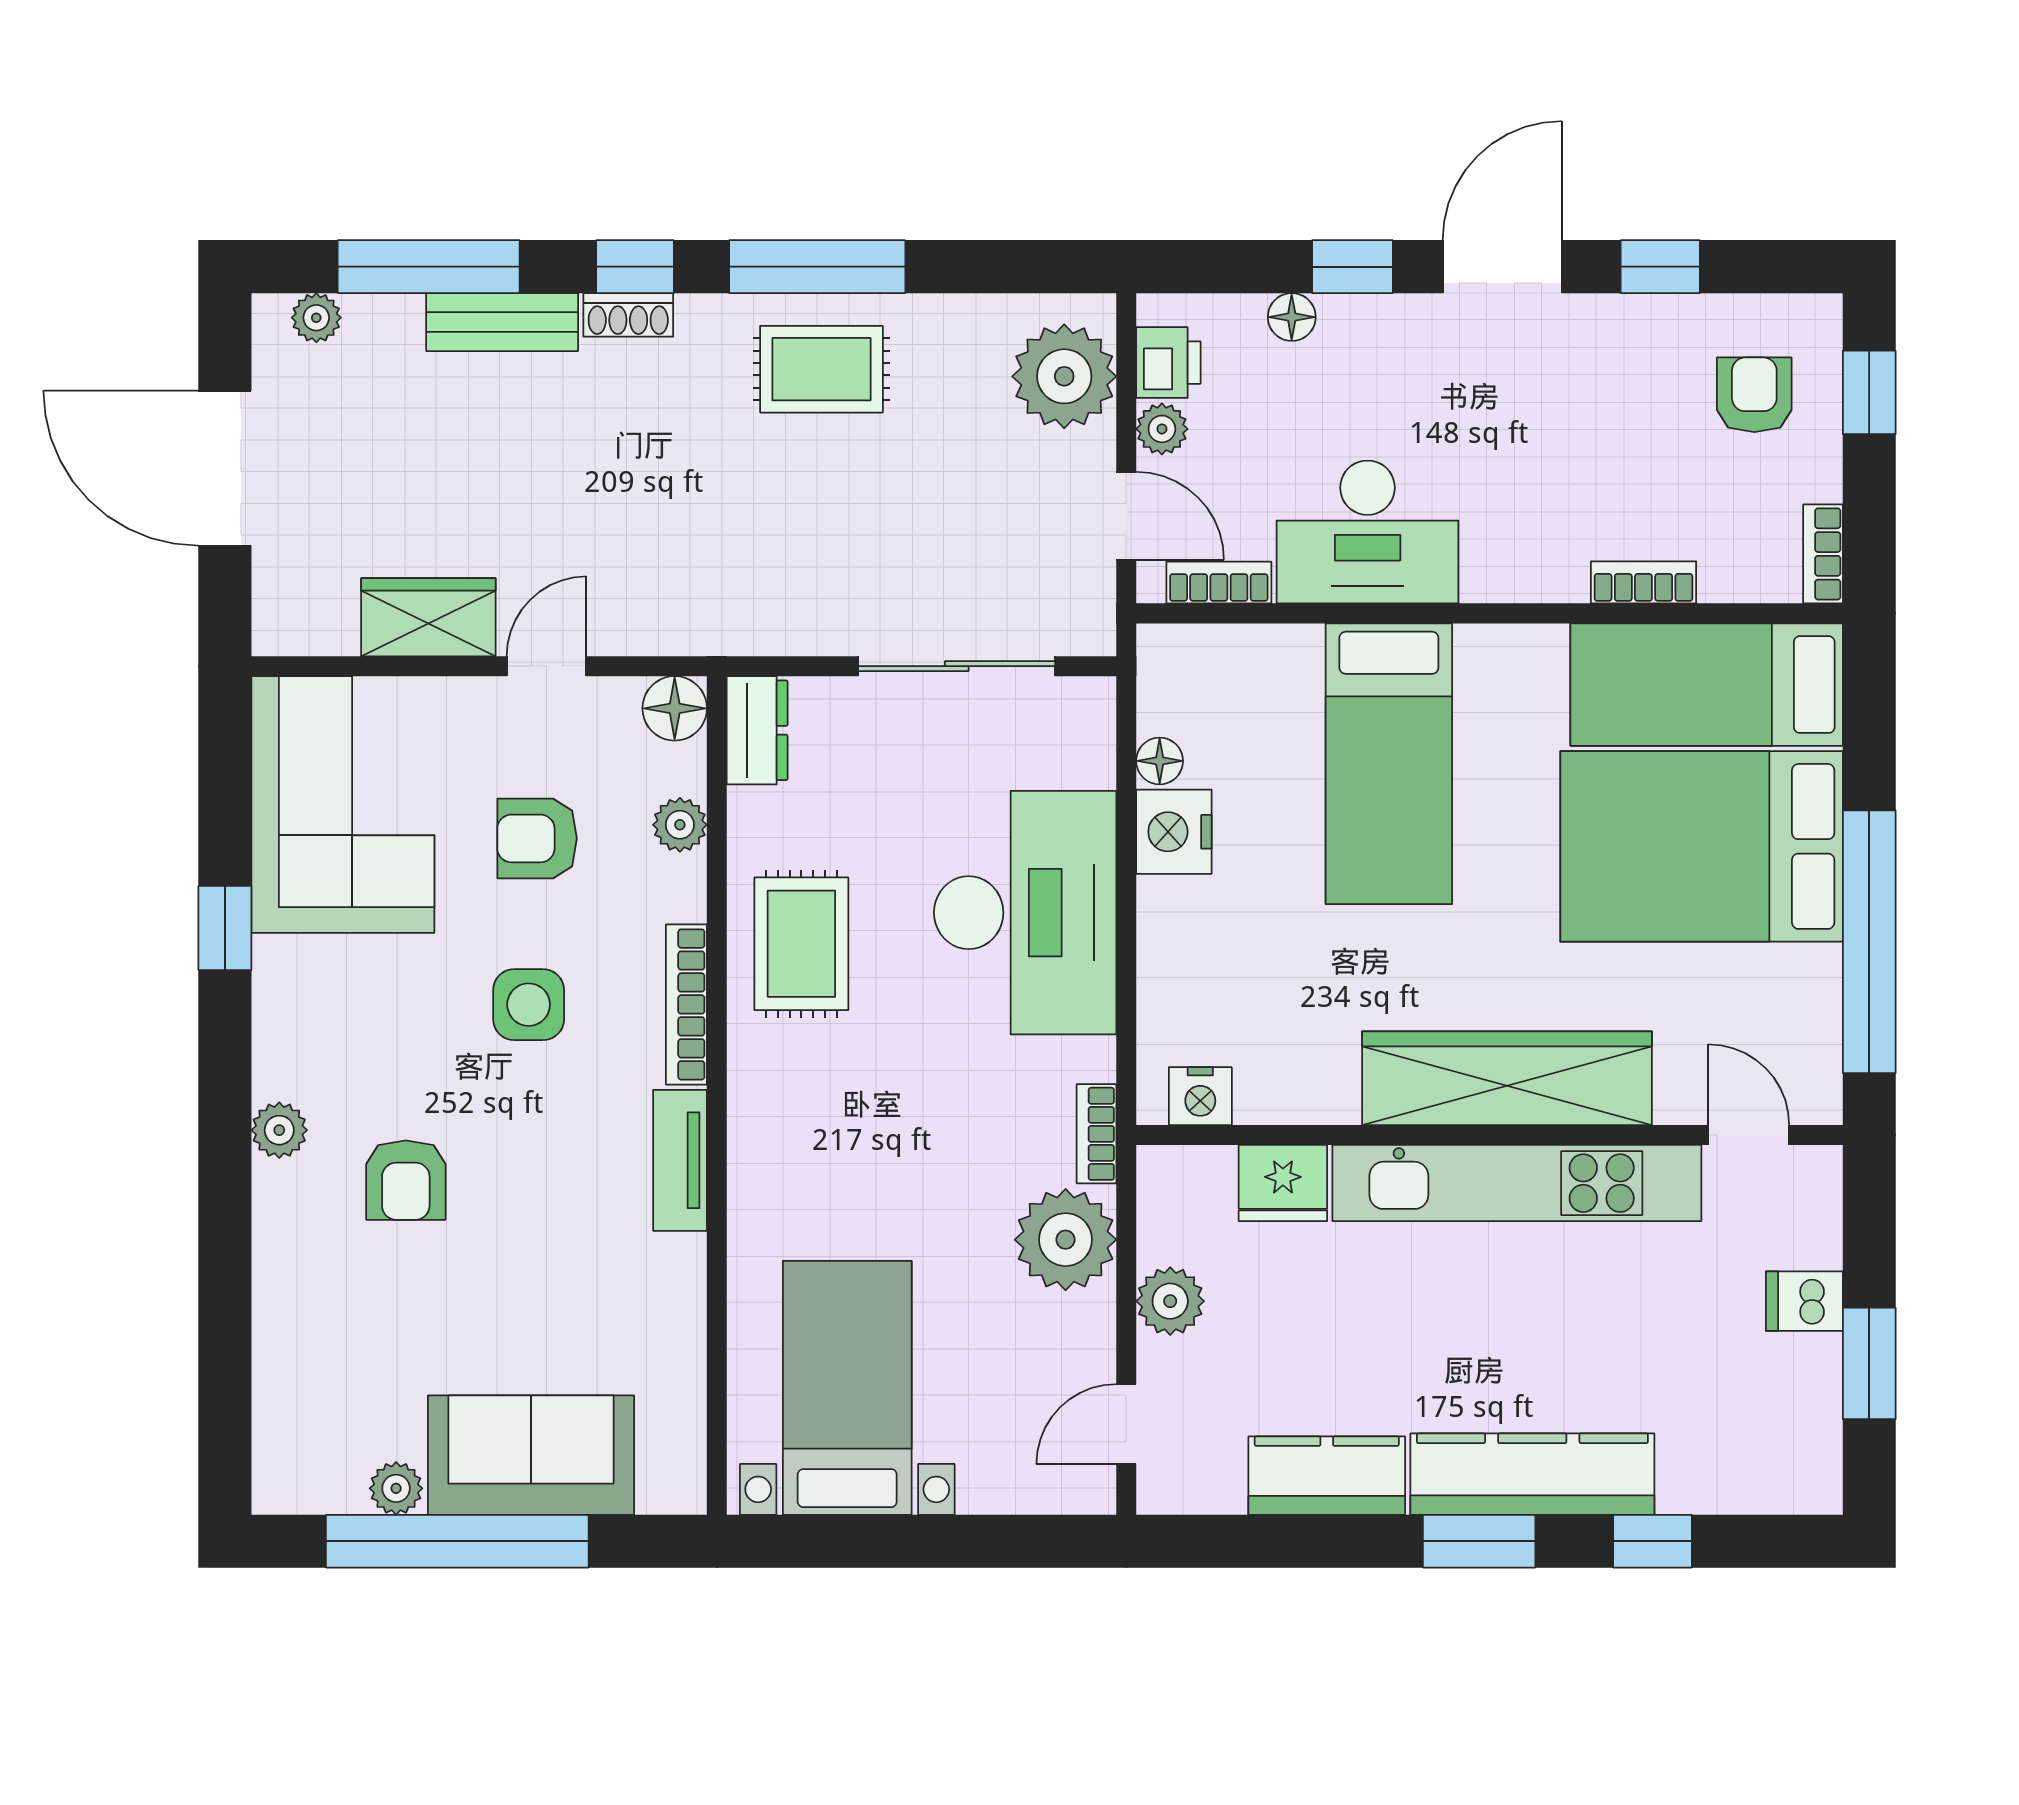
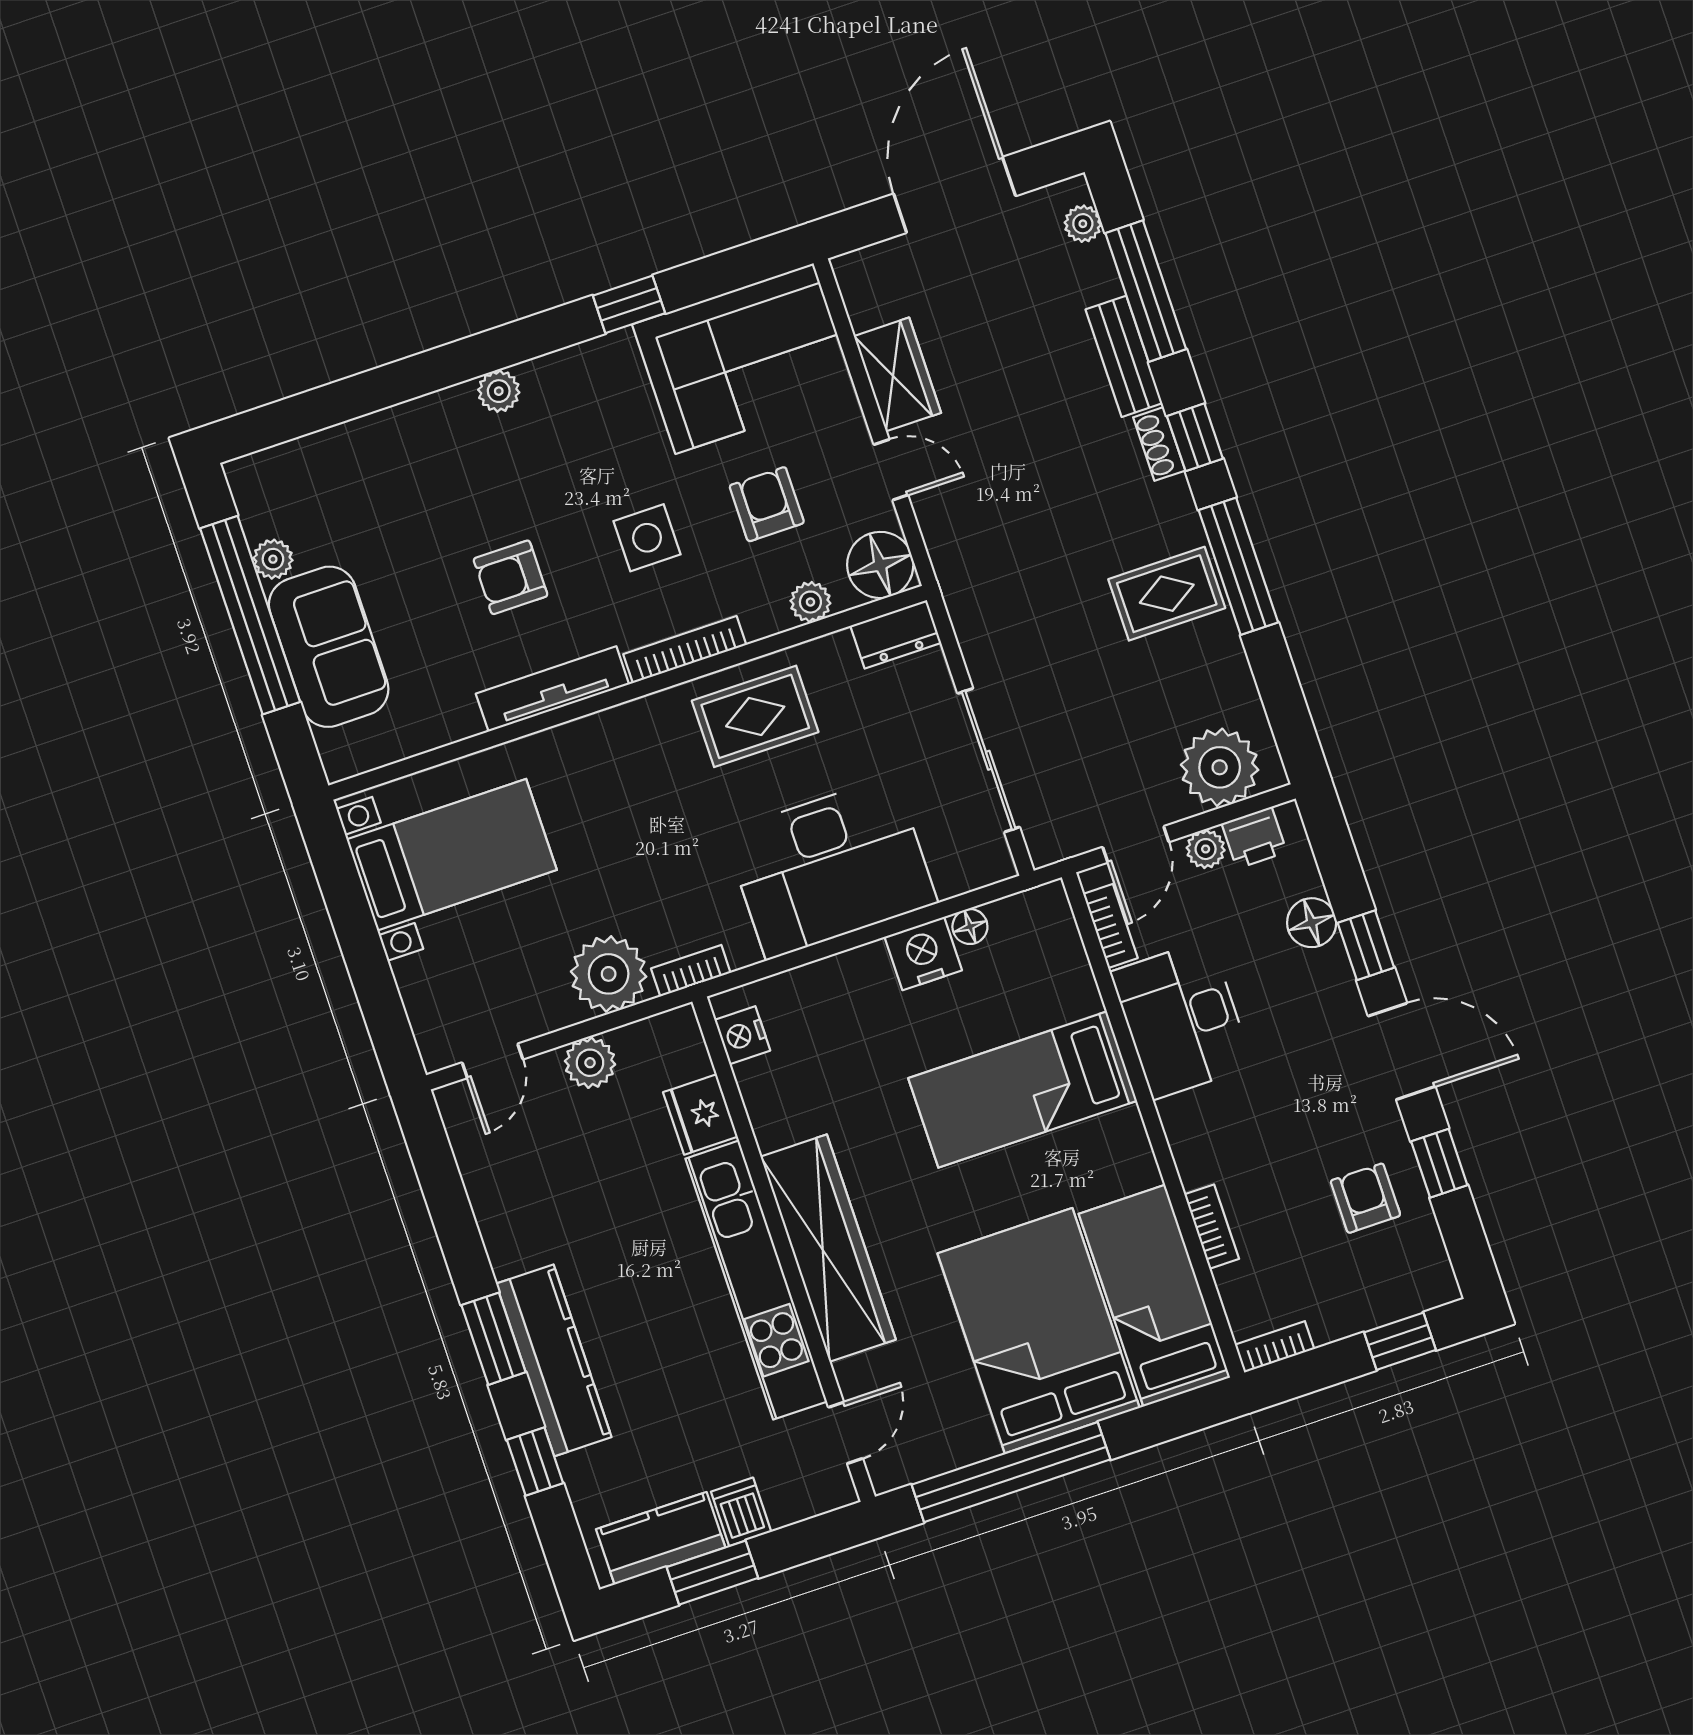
floor lamp: (1292, 317) -> (1312, 923), width x1.37, depth x1.37
rug: (821, 369) -> (1167, 594), turned 90
armchair: (1754, 395) -> (1365, 1198), moved, turned -90
floor lamp: (675, 708) -> (880, 565), width x1.38, depth x1.38
tv unit: (680, 1160) -> (552, 689), width x1.41
armchair: (406, 1180) -> (511, 577), moved
door: (1126, 1424) -> (492, 1061), swing flipped
kitchen counter: (1327, 1476) -> (661, 1538), moved, turned -90

